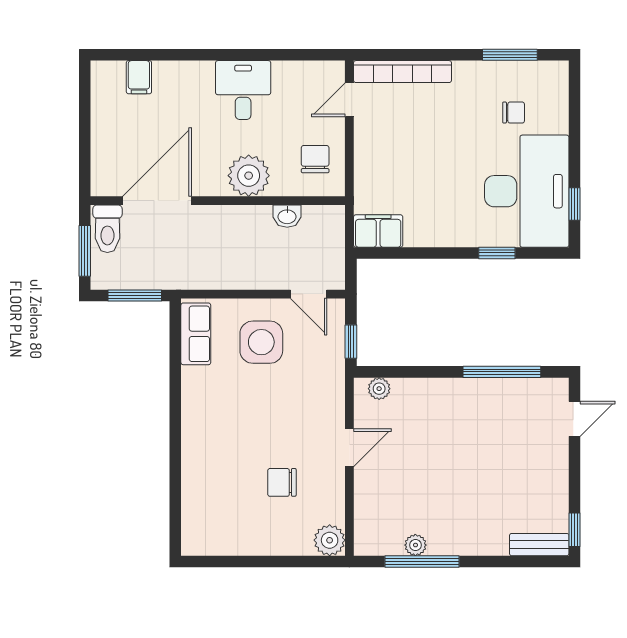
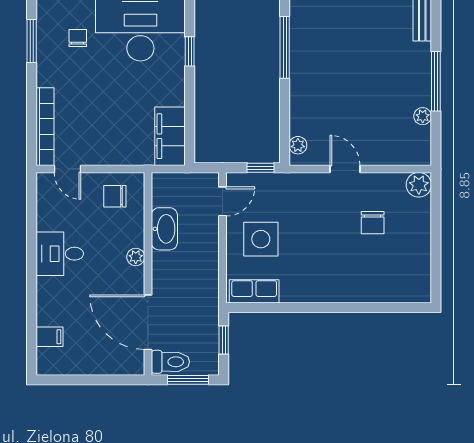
plant: (249, 176) -> (136, 257), width x0.53, depth x0.53
washbasin: (287, 216) -> (164, 229), width x1.91, depth x1.45
filing cabinet: (378, 231) -> (170, 136), width x1.50, depth x1.17
window: (135, 295) -> (224, 340), width x0.67
window: (422, 562) -> (436, 81), moved

